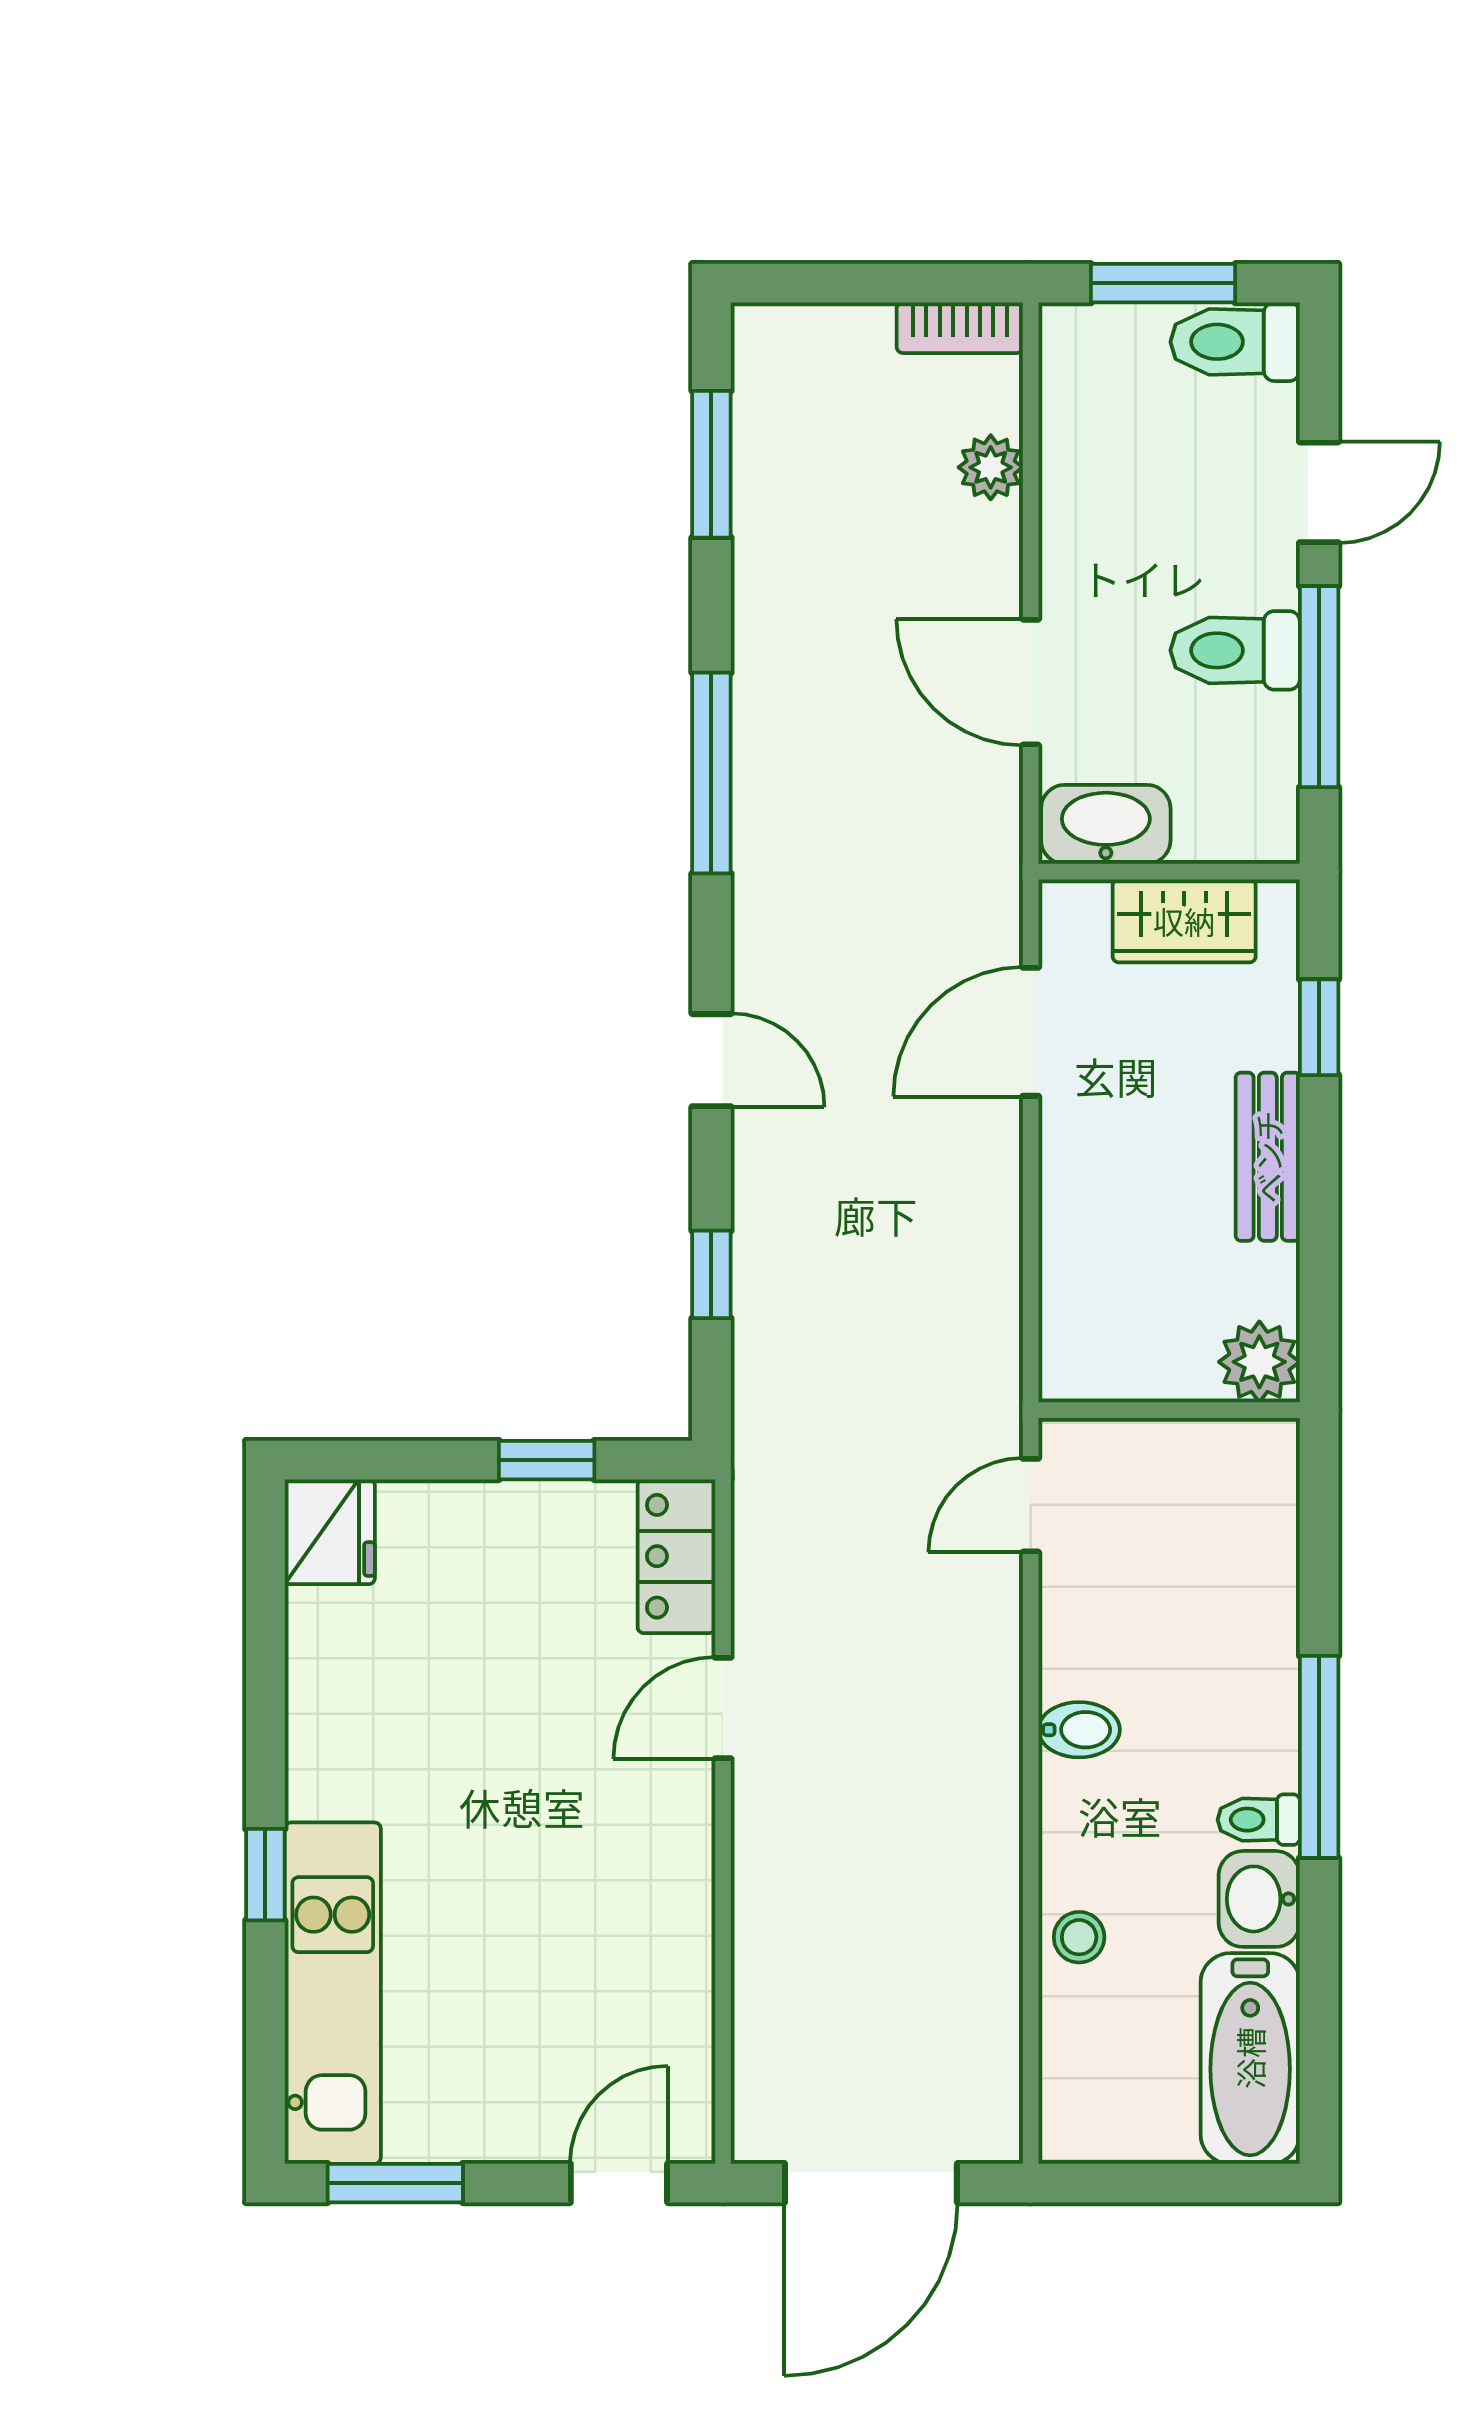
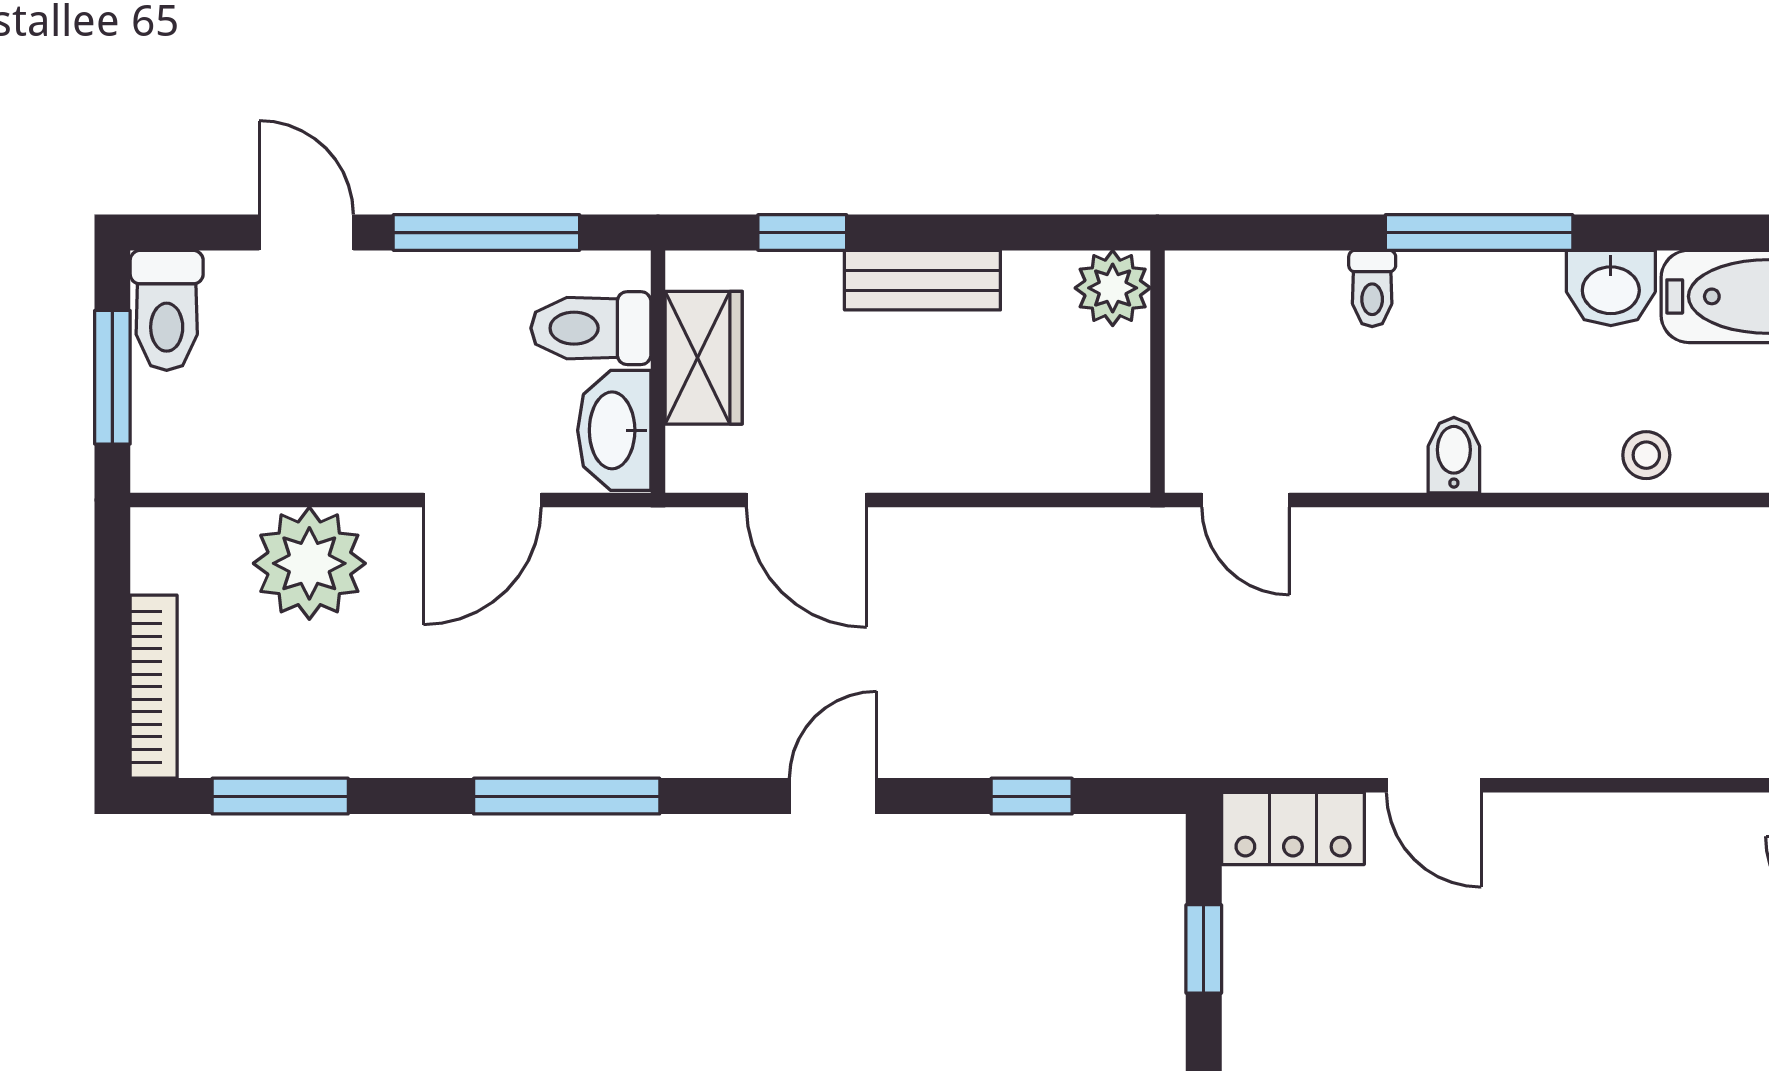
bookcase: (960, 328) -> (154, 687), moved, width x1.56
plant: (991, 467) -> (309, 563), width x1.87, depth x1.87
toilet: (1235, 650) -> (591, 328), moved, turned 90
toilet: (1259, 1820) -> (1372, 289), moved

